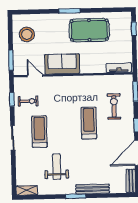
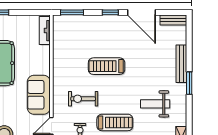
exercise bike: (114, 106) -> (83, 99), moved
treadmill: (39, 132) -> (115, 122), turned 180

